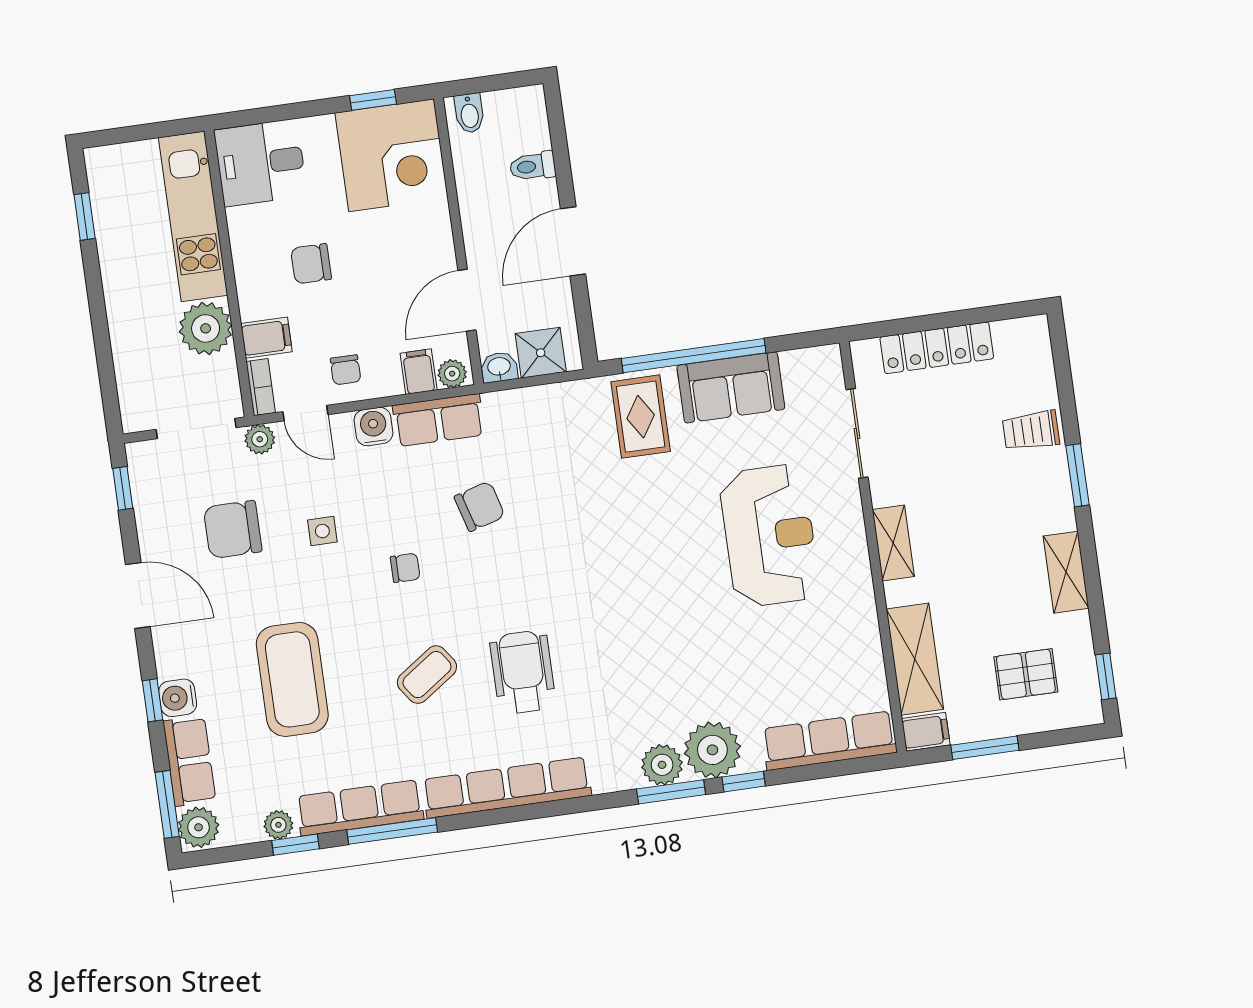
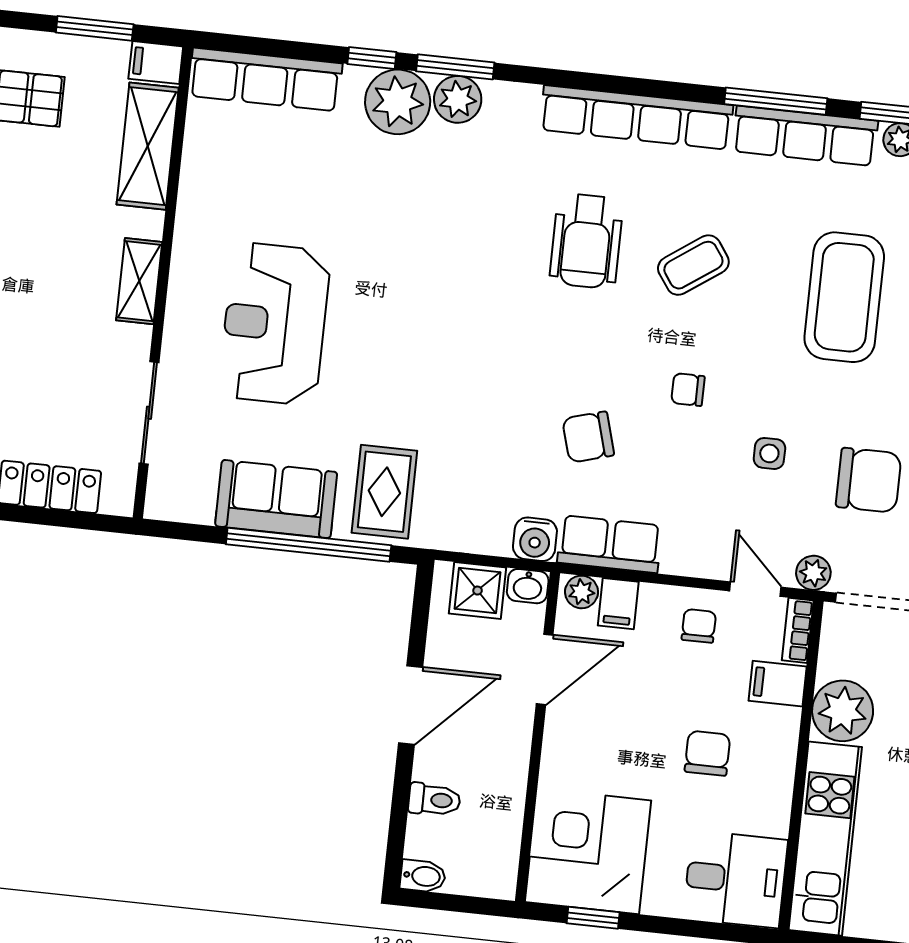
bidet: (469, 113) -> (423, 876), moved, turned 90
chair: (311, 264) -> (707, 753), turned -90
water cooler: (373, 427) -> (535, 539), moved

